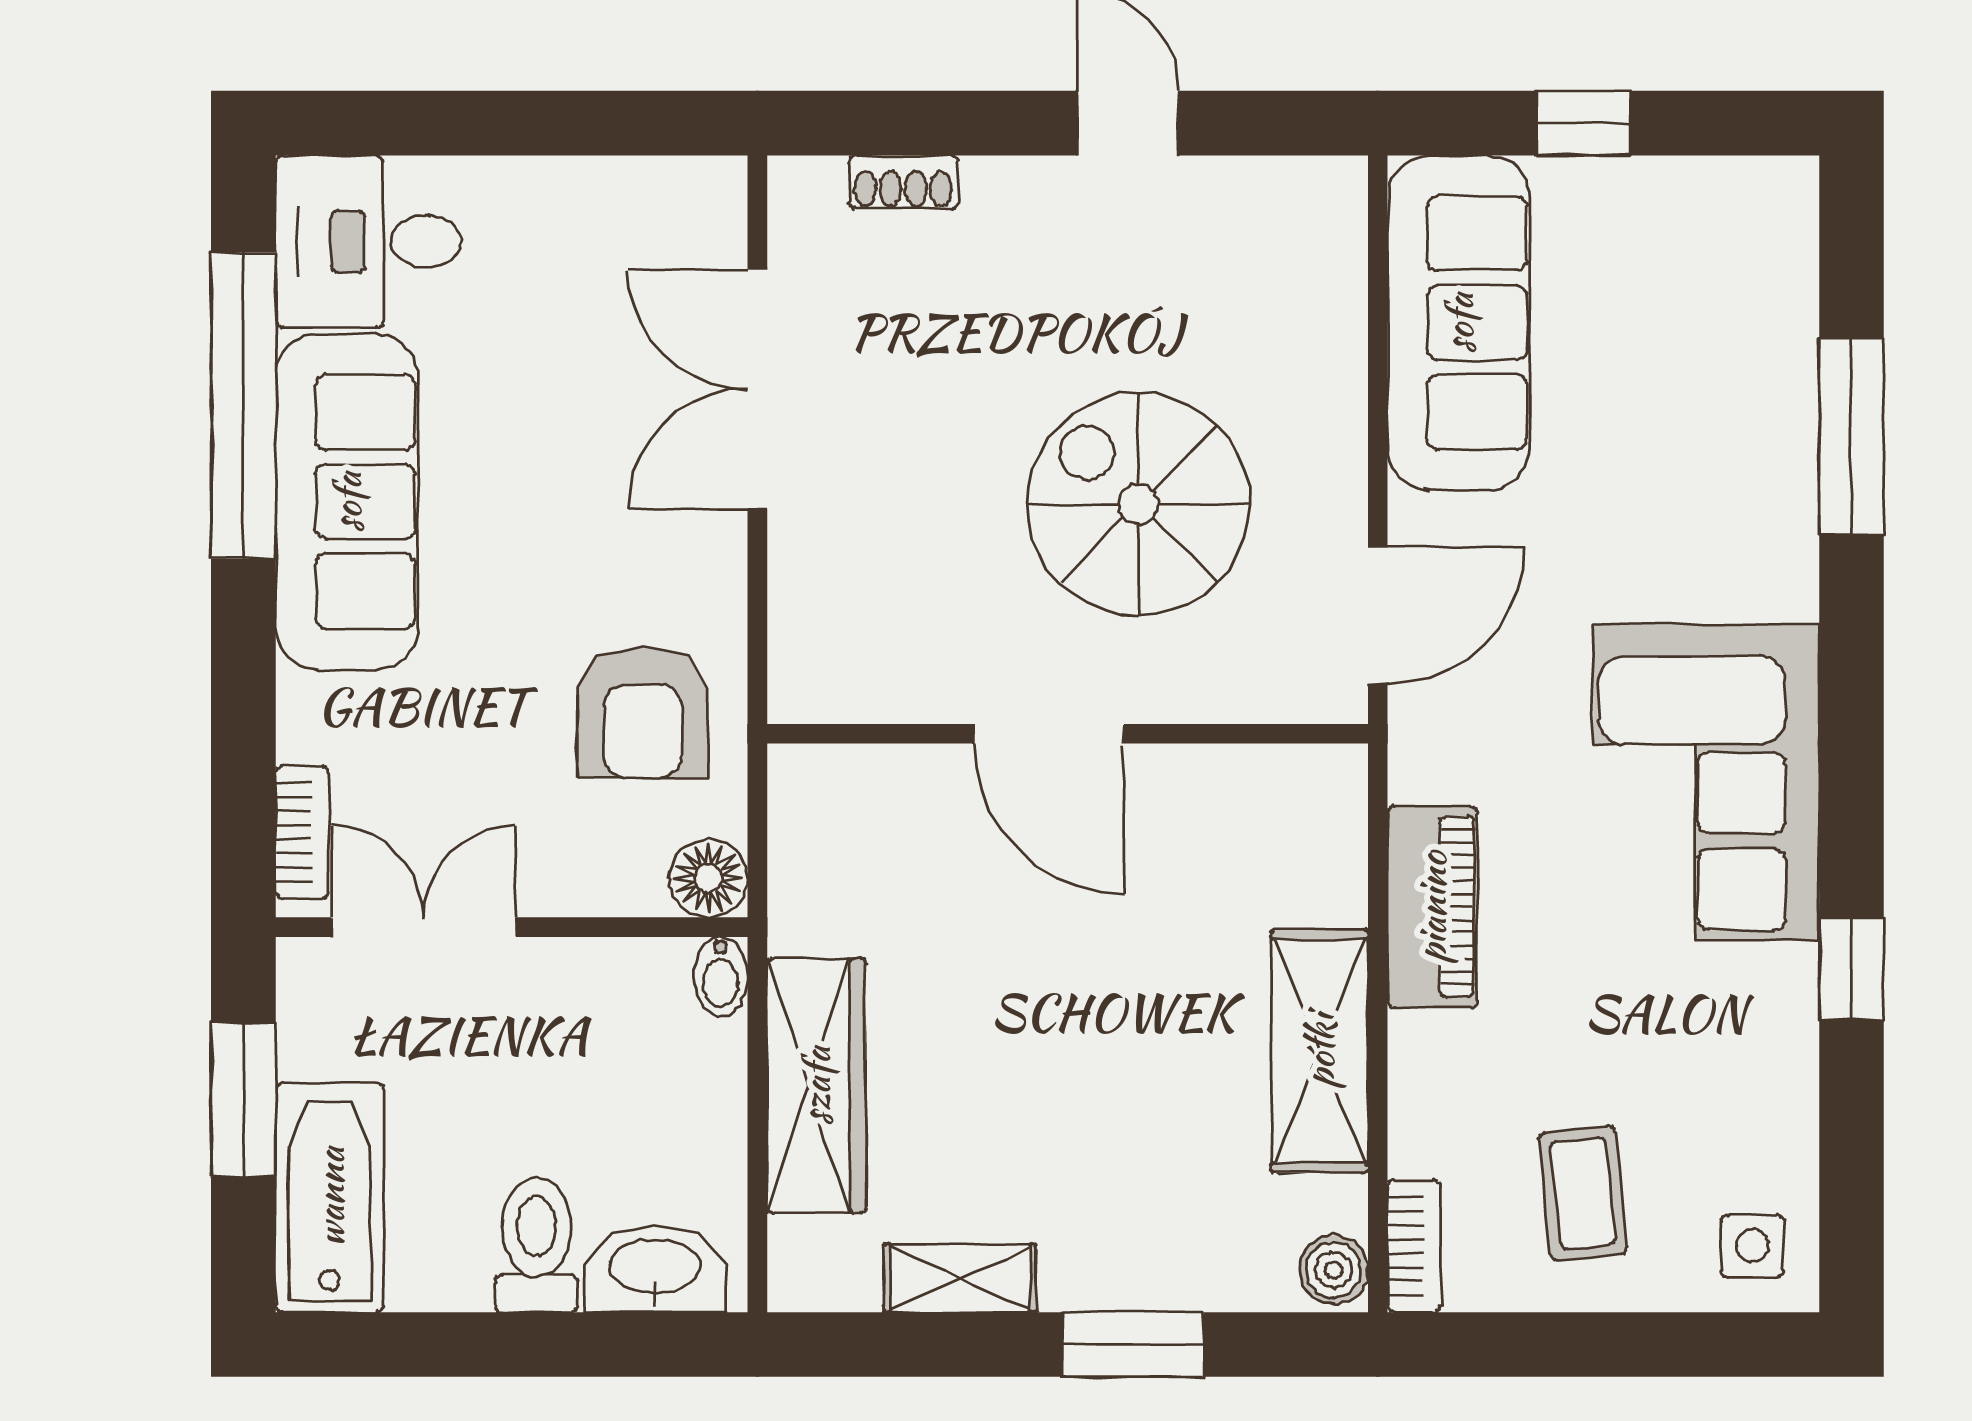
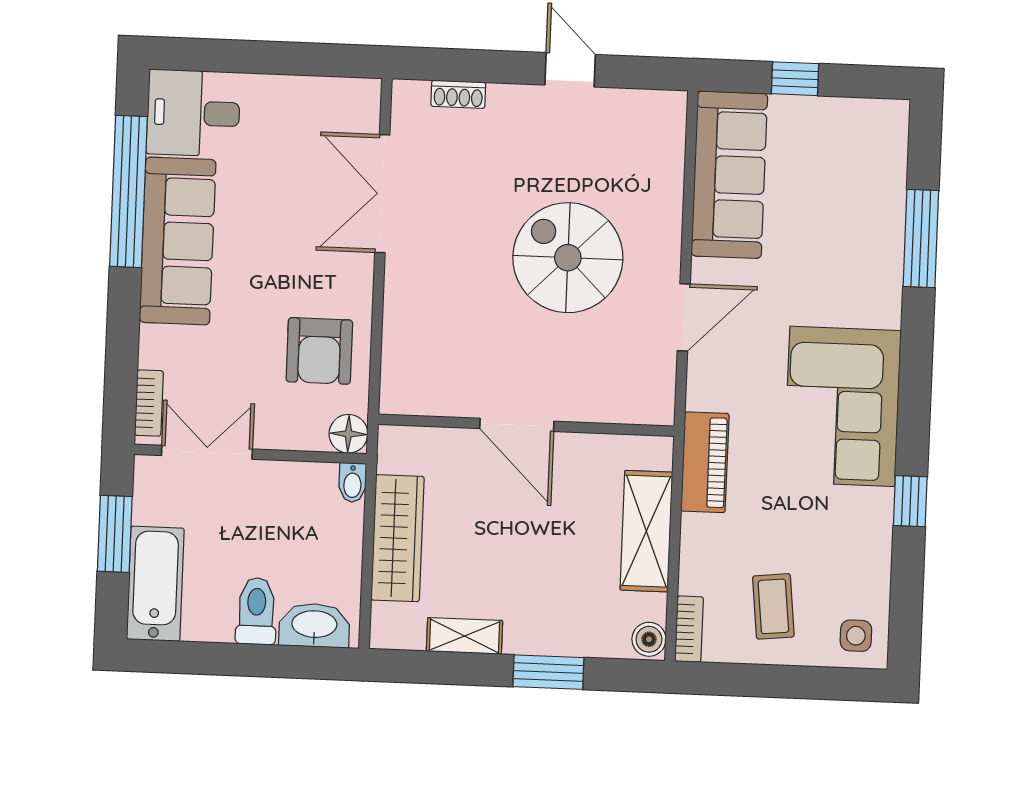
door: (1049, 734) -> (517, 425), moved
wall: (1068, 734) -> (526, 425), moved

